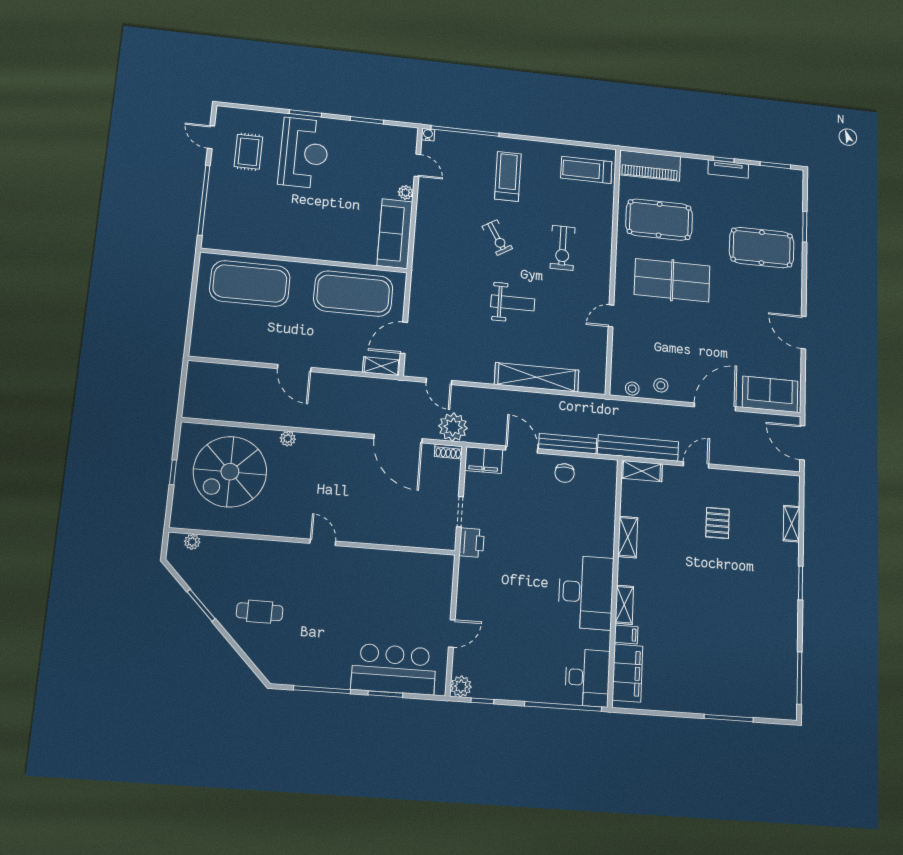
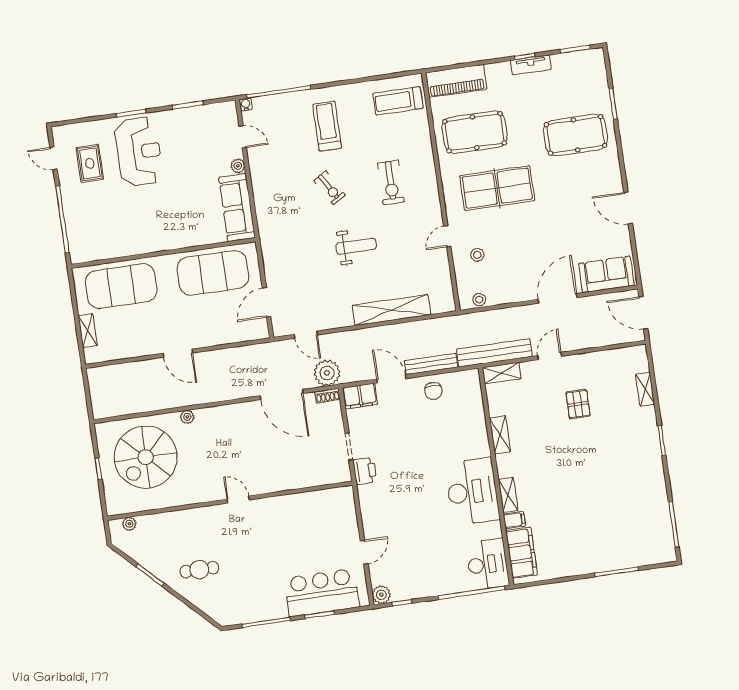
shelving: (381, 366) -> (88, 331), moved, turned 90
stool: (661, 385) -> (477, 255), moved

